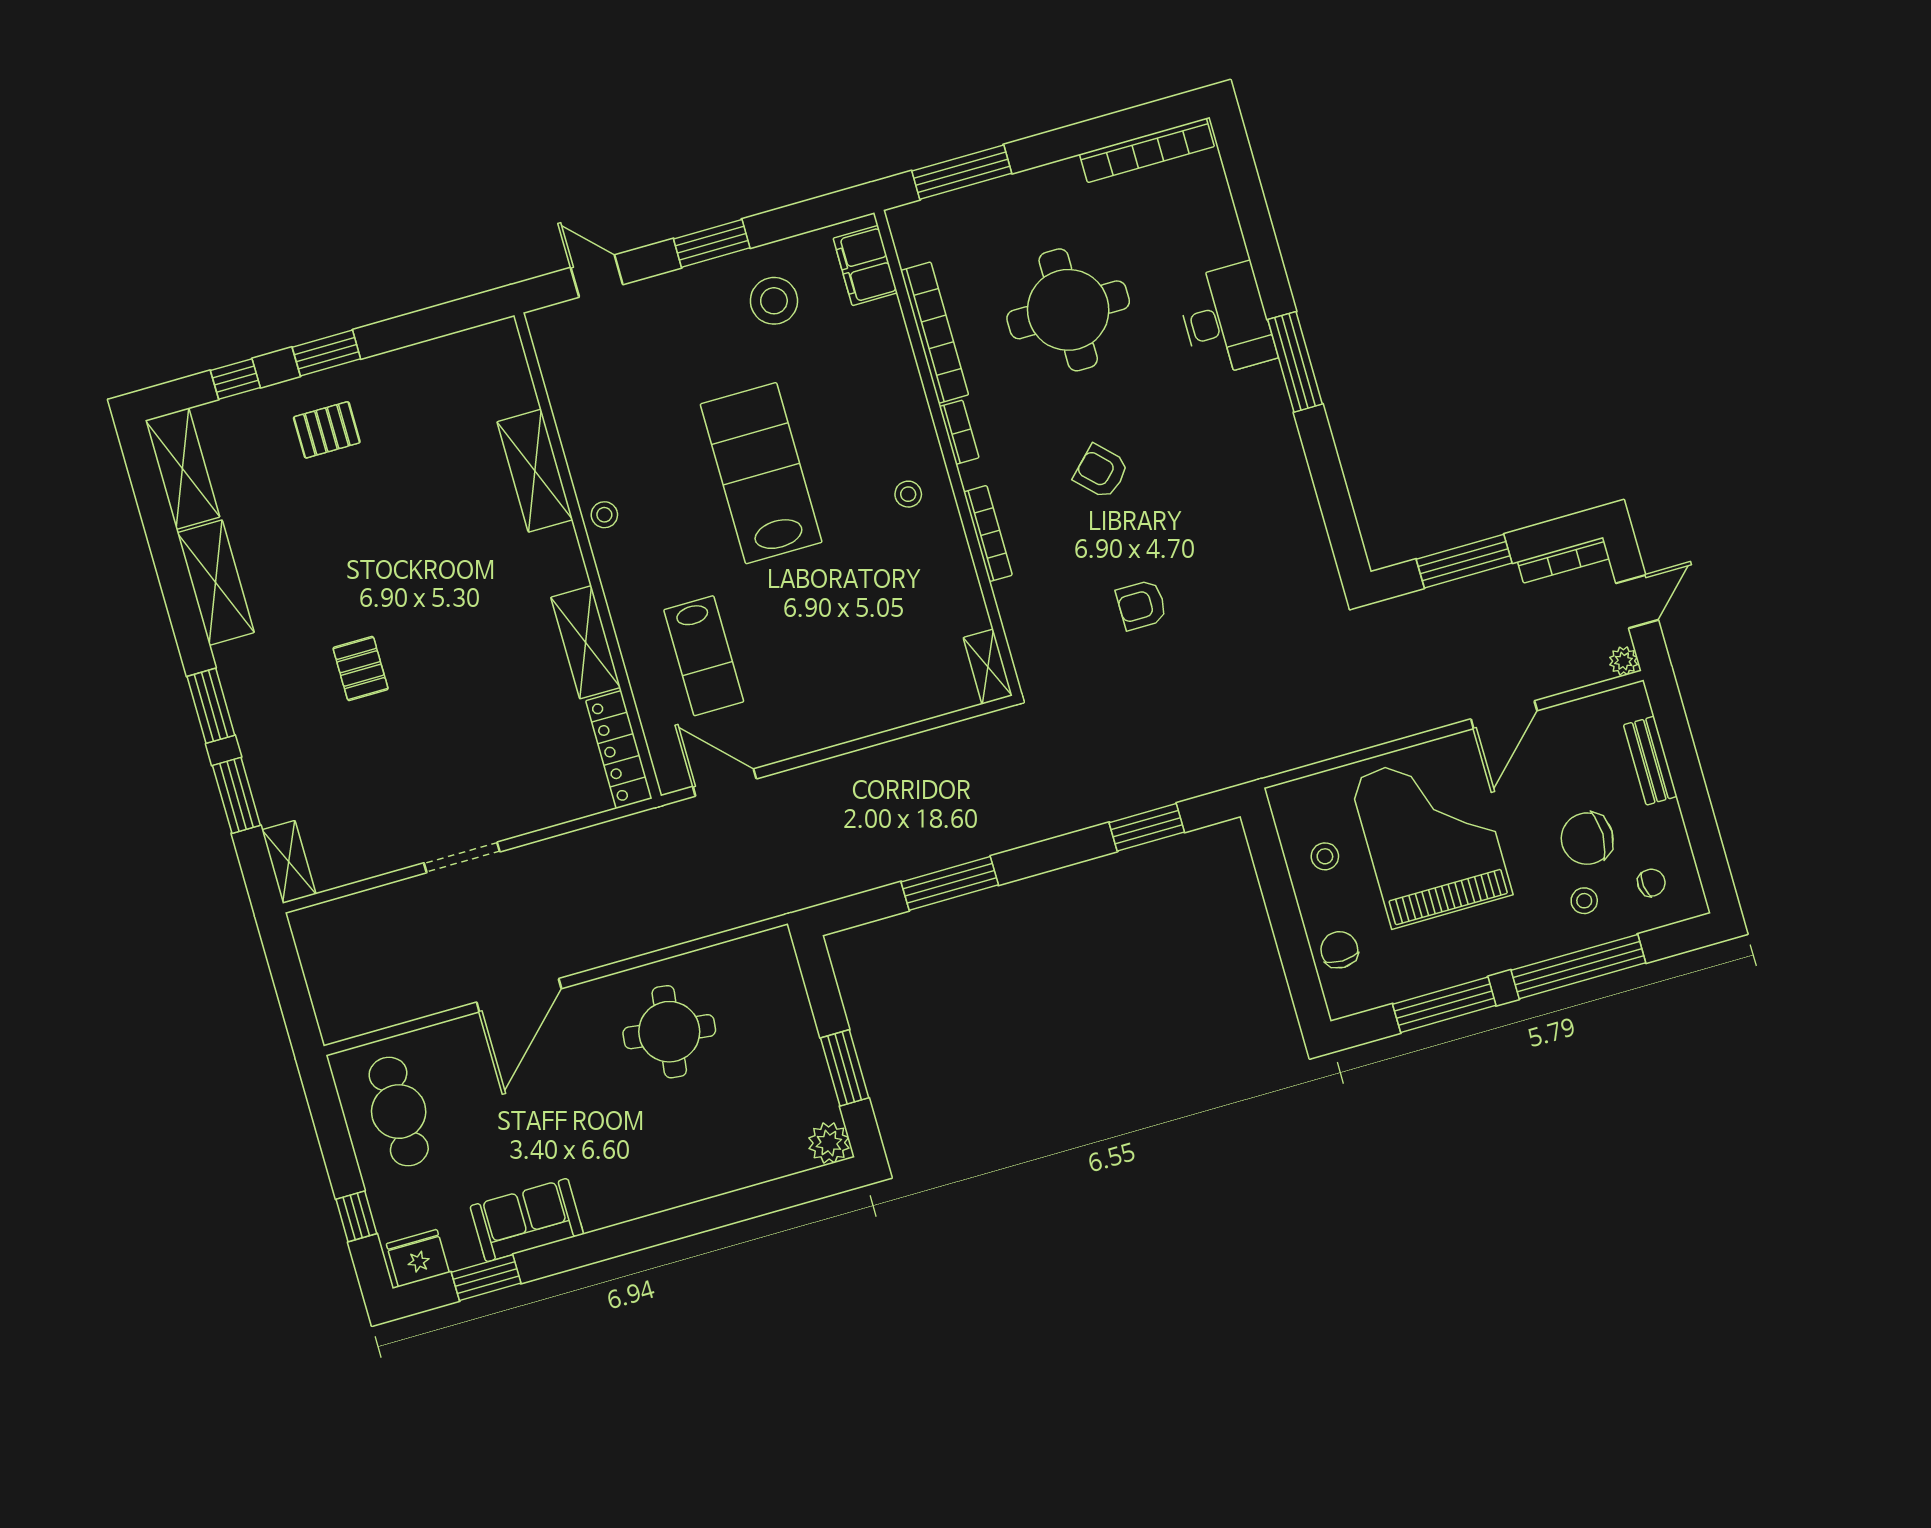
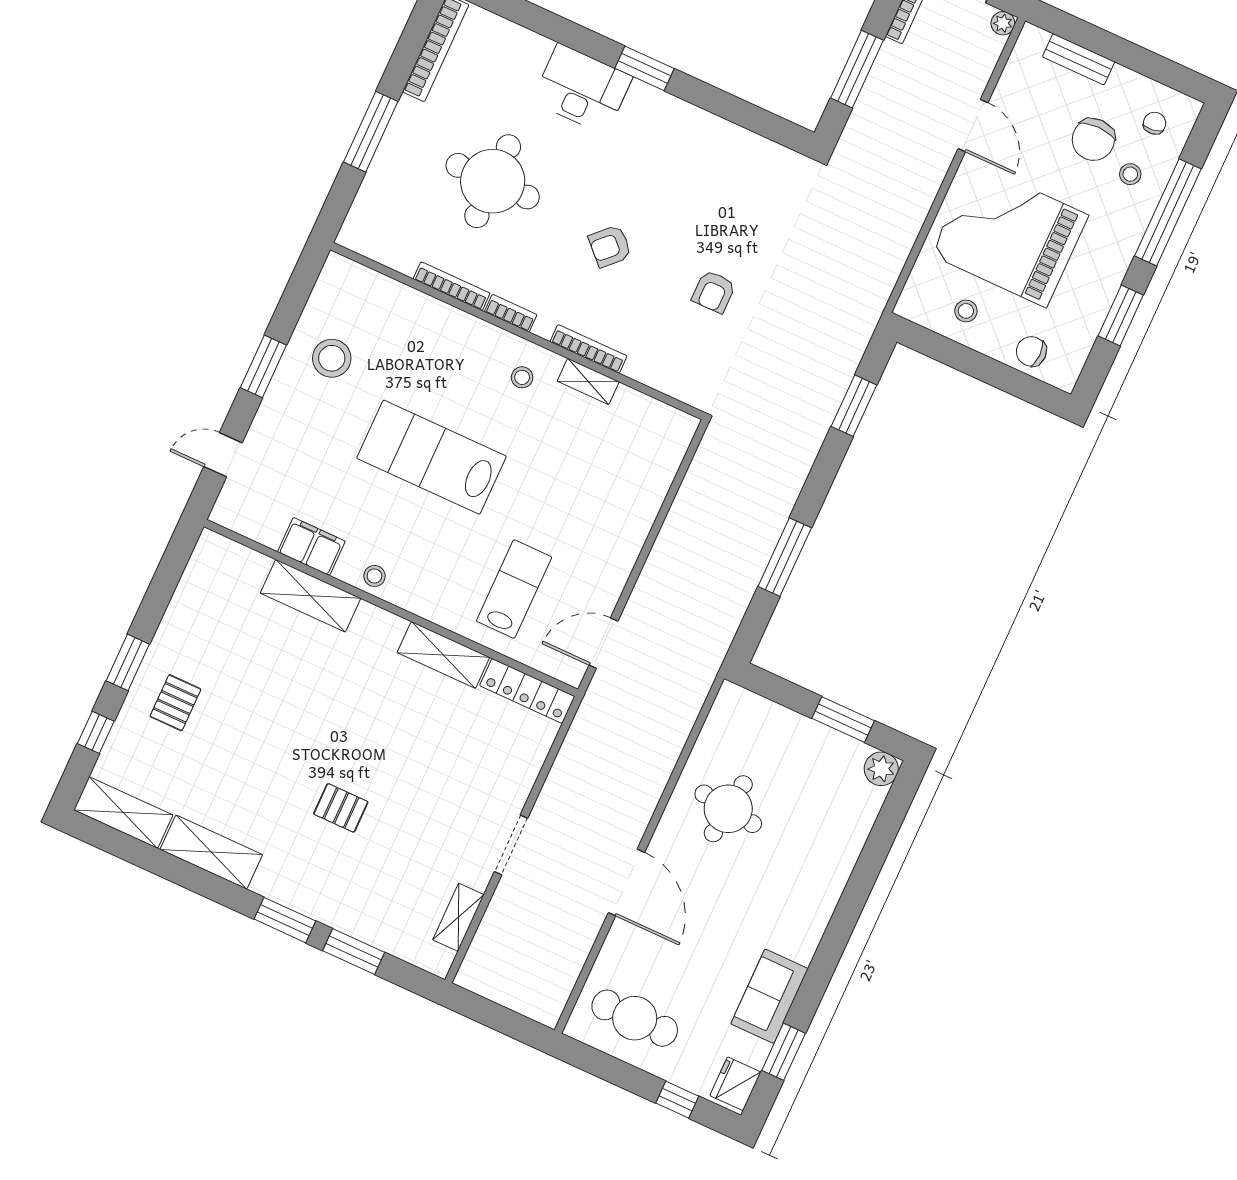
window: (962, 172) -> (371, 132), moved
filing cabinet: (865, 266) -> (311, 546), moved, turned 180
bookcase: (935, 333) -> (452, 286), width x0.68, depth x0.76
window: (1295, 362) -> (645, 68), width x0.69
lab bench: (704, 656) -> (514, 589), turned -90
shelving: (988, 667) -> (588, 381), moved
shelving: (289, 862) -> (458, 917), moved, turned 90
window: (1444, 1005) -> (1121, 316), width x0.69

